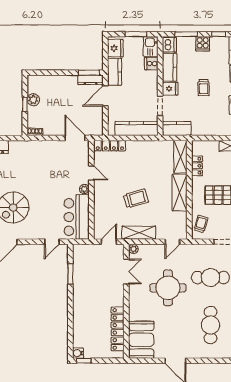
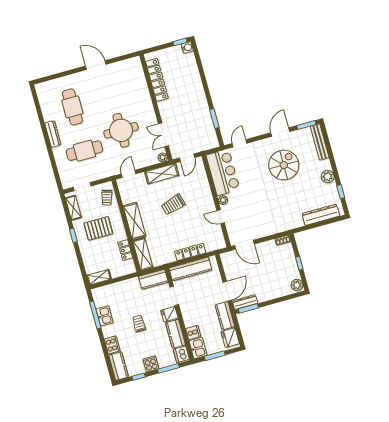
plant: (33, 100) -> (297, 285), moved
locker: (110, 146) -> (190, 252), moved
booth: (141, 340) -> (132, 76), removed

